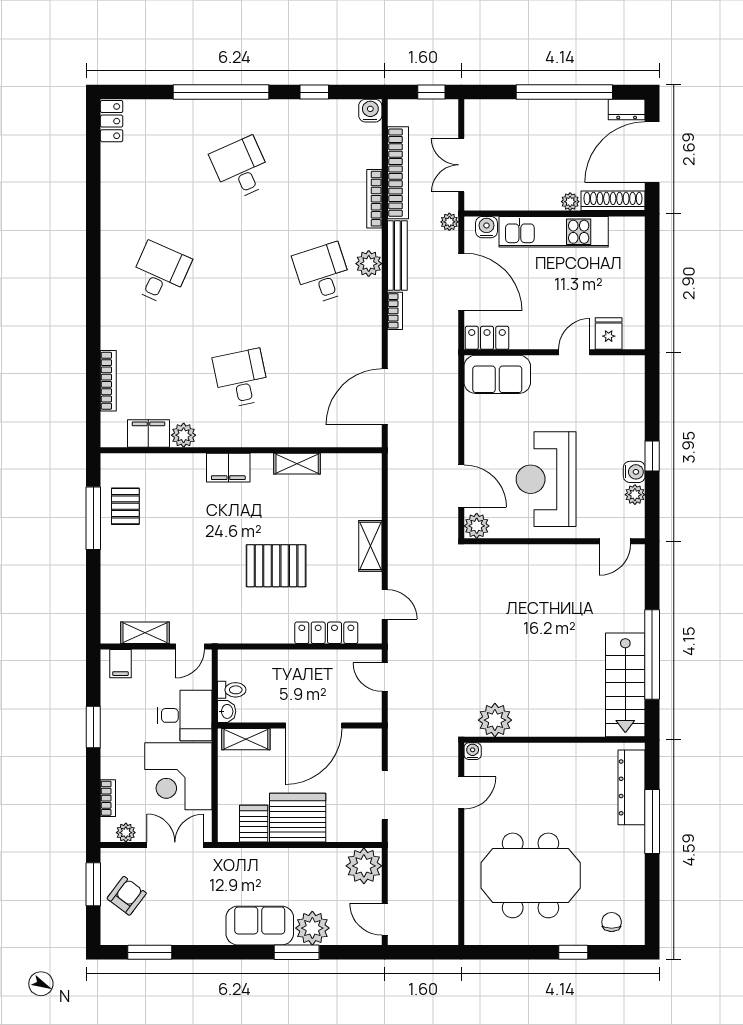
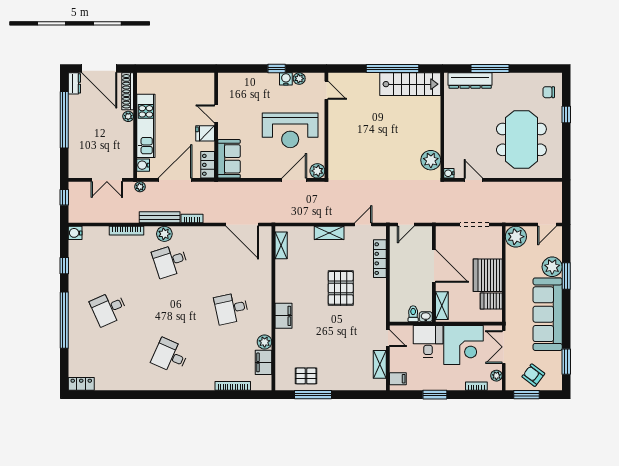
bookcase: (398, 173) -> (111, 217), removed
fridge: (609, 334) -> (205, 133), moved
shelving: (297, 464) -> (281, 245), moved
sofa: (260, 926) -> (548, 314), width x1.85, depth x1.27

